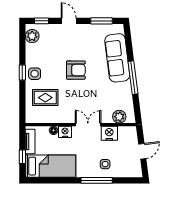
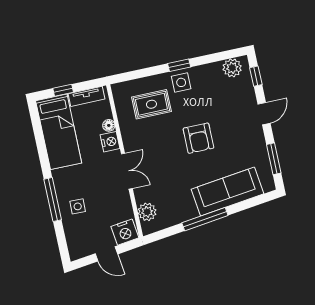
rug: (45, 98) -> (151, 104), turned 90
nightstand: (109, 133) -> (125, 232), moved, turned 83

